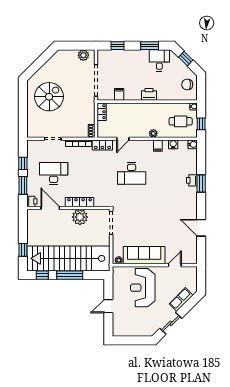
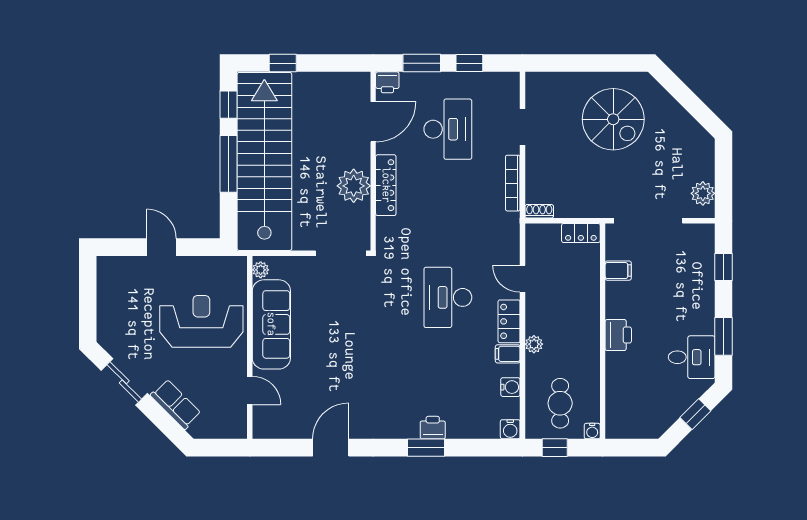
chair: (187, 84) -> (640, 417), removed
locker: (102, 145) -> (509, 321), moved

